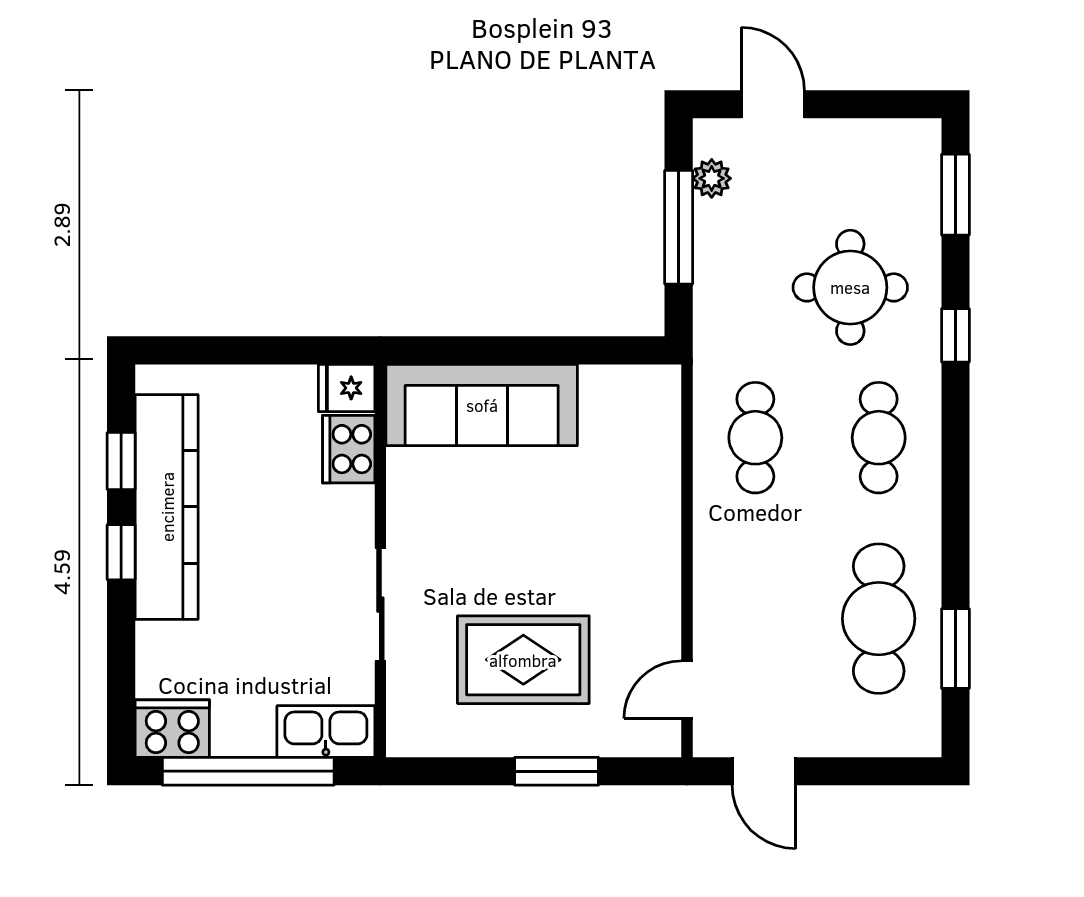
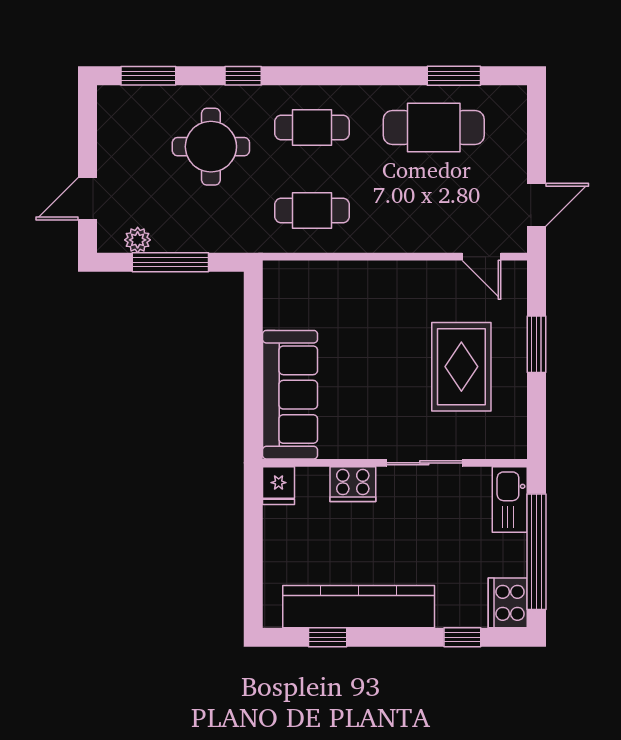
cooker: (349, 449) -> (353, 484), moved
window: (121, 552) -> (462, 637), moved

